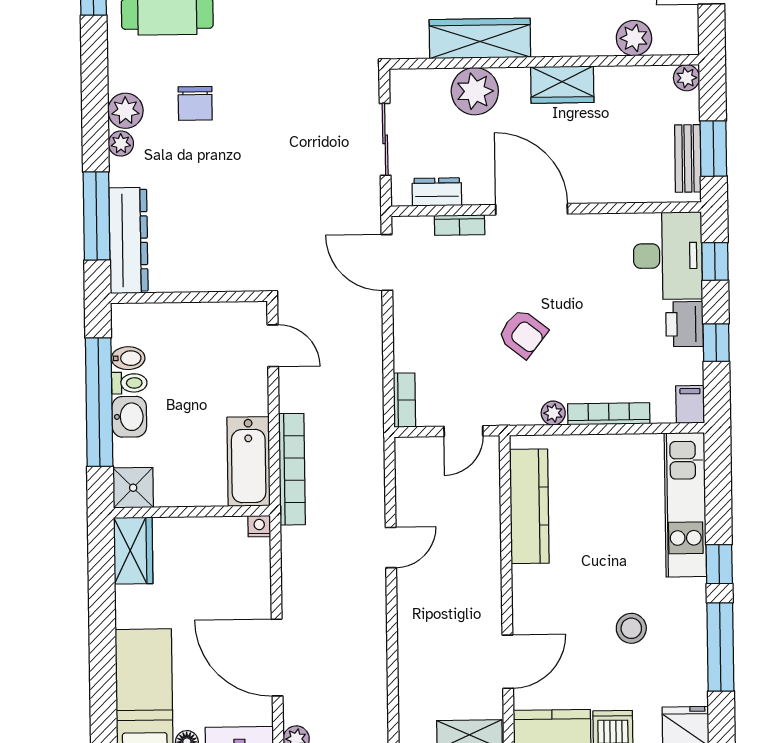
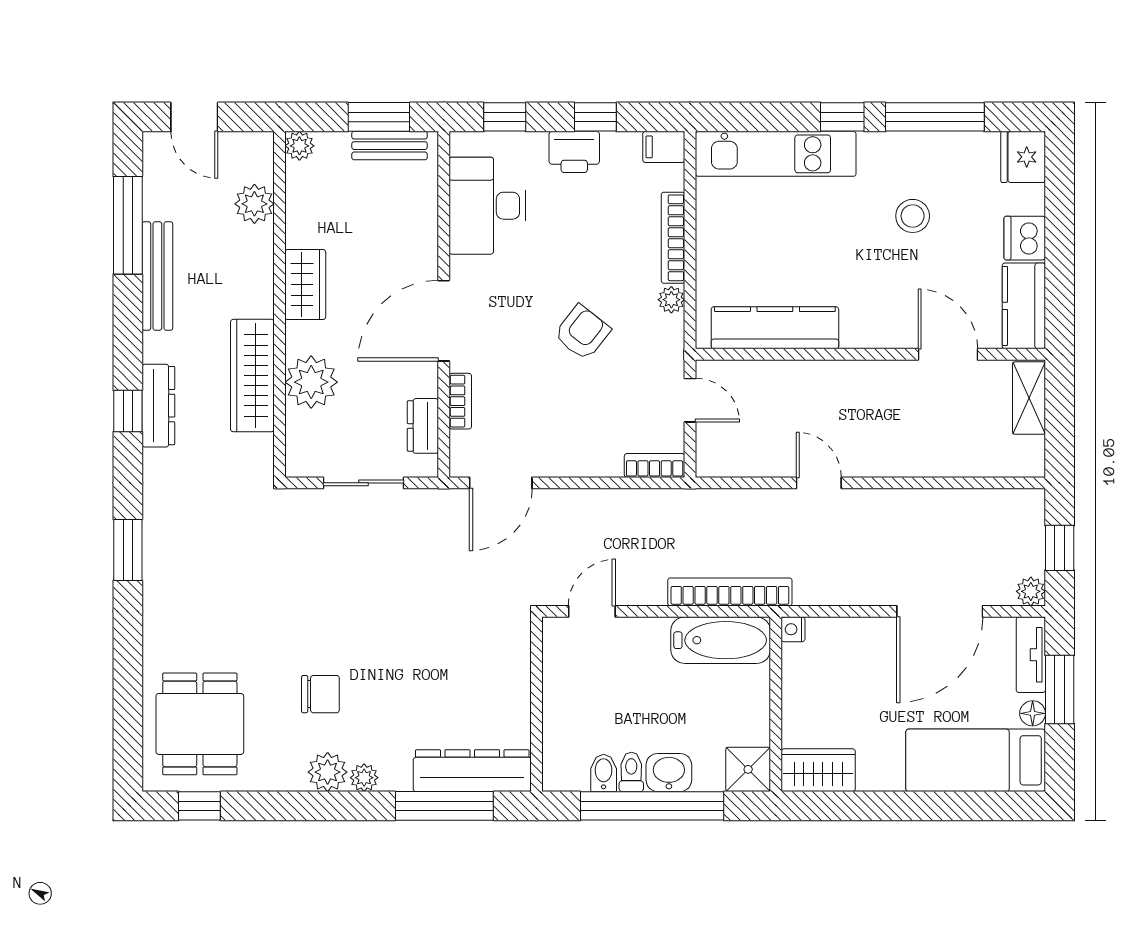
desk: (668, 256) -> (487, 206), moved, turned -90

